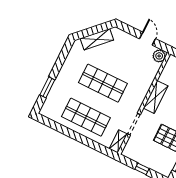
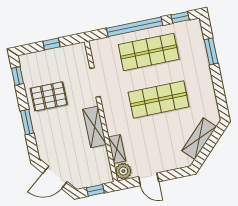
window: (50, 123) -> (180, 17), added
window: (82, 139) -> (135, 27), added
shelving: (118, 141) -> (117, 149), moved

